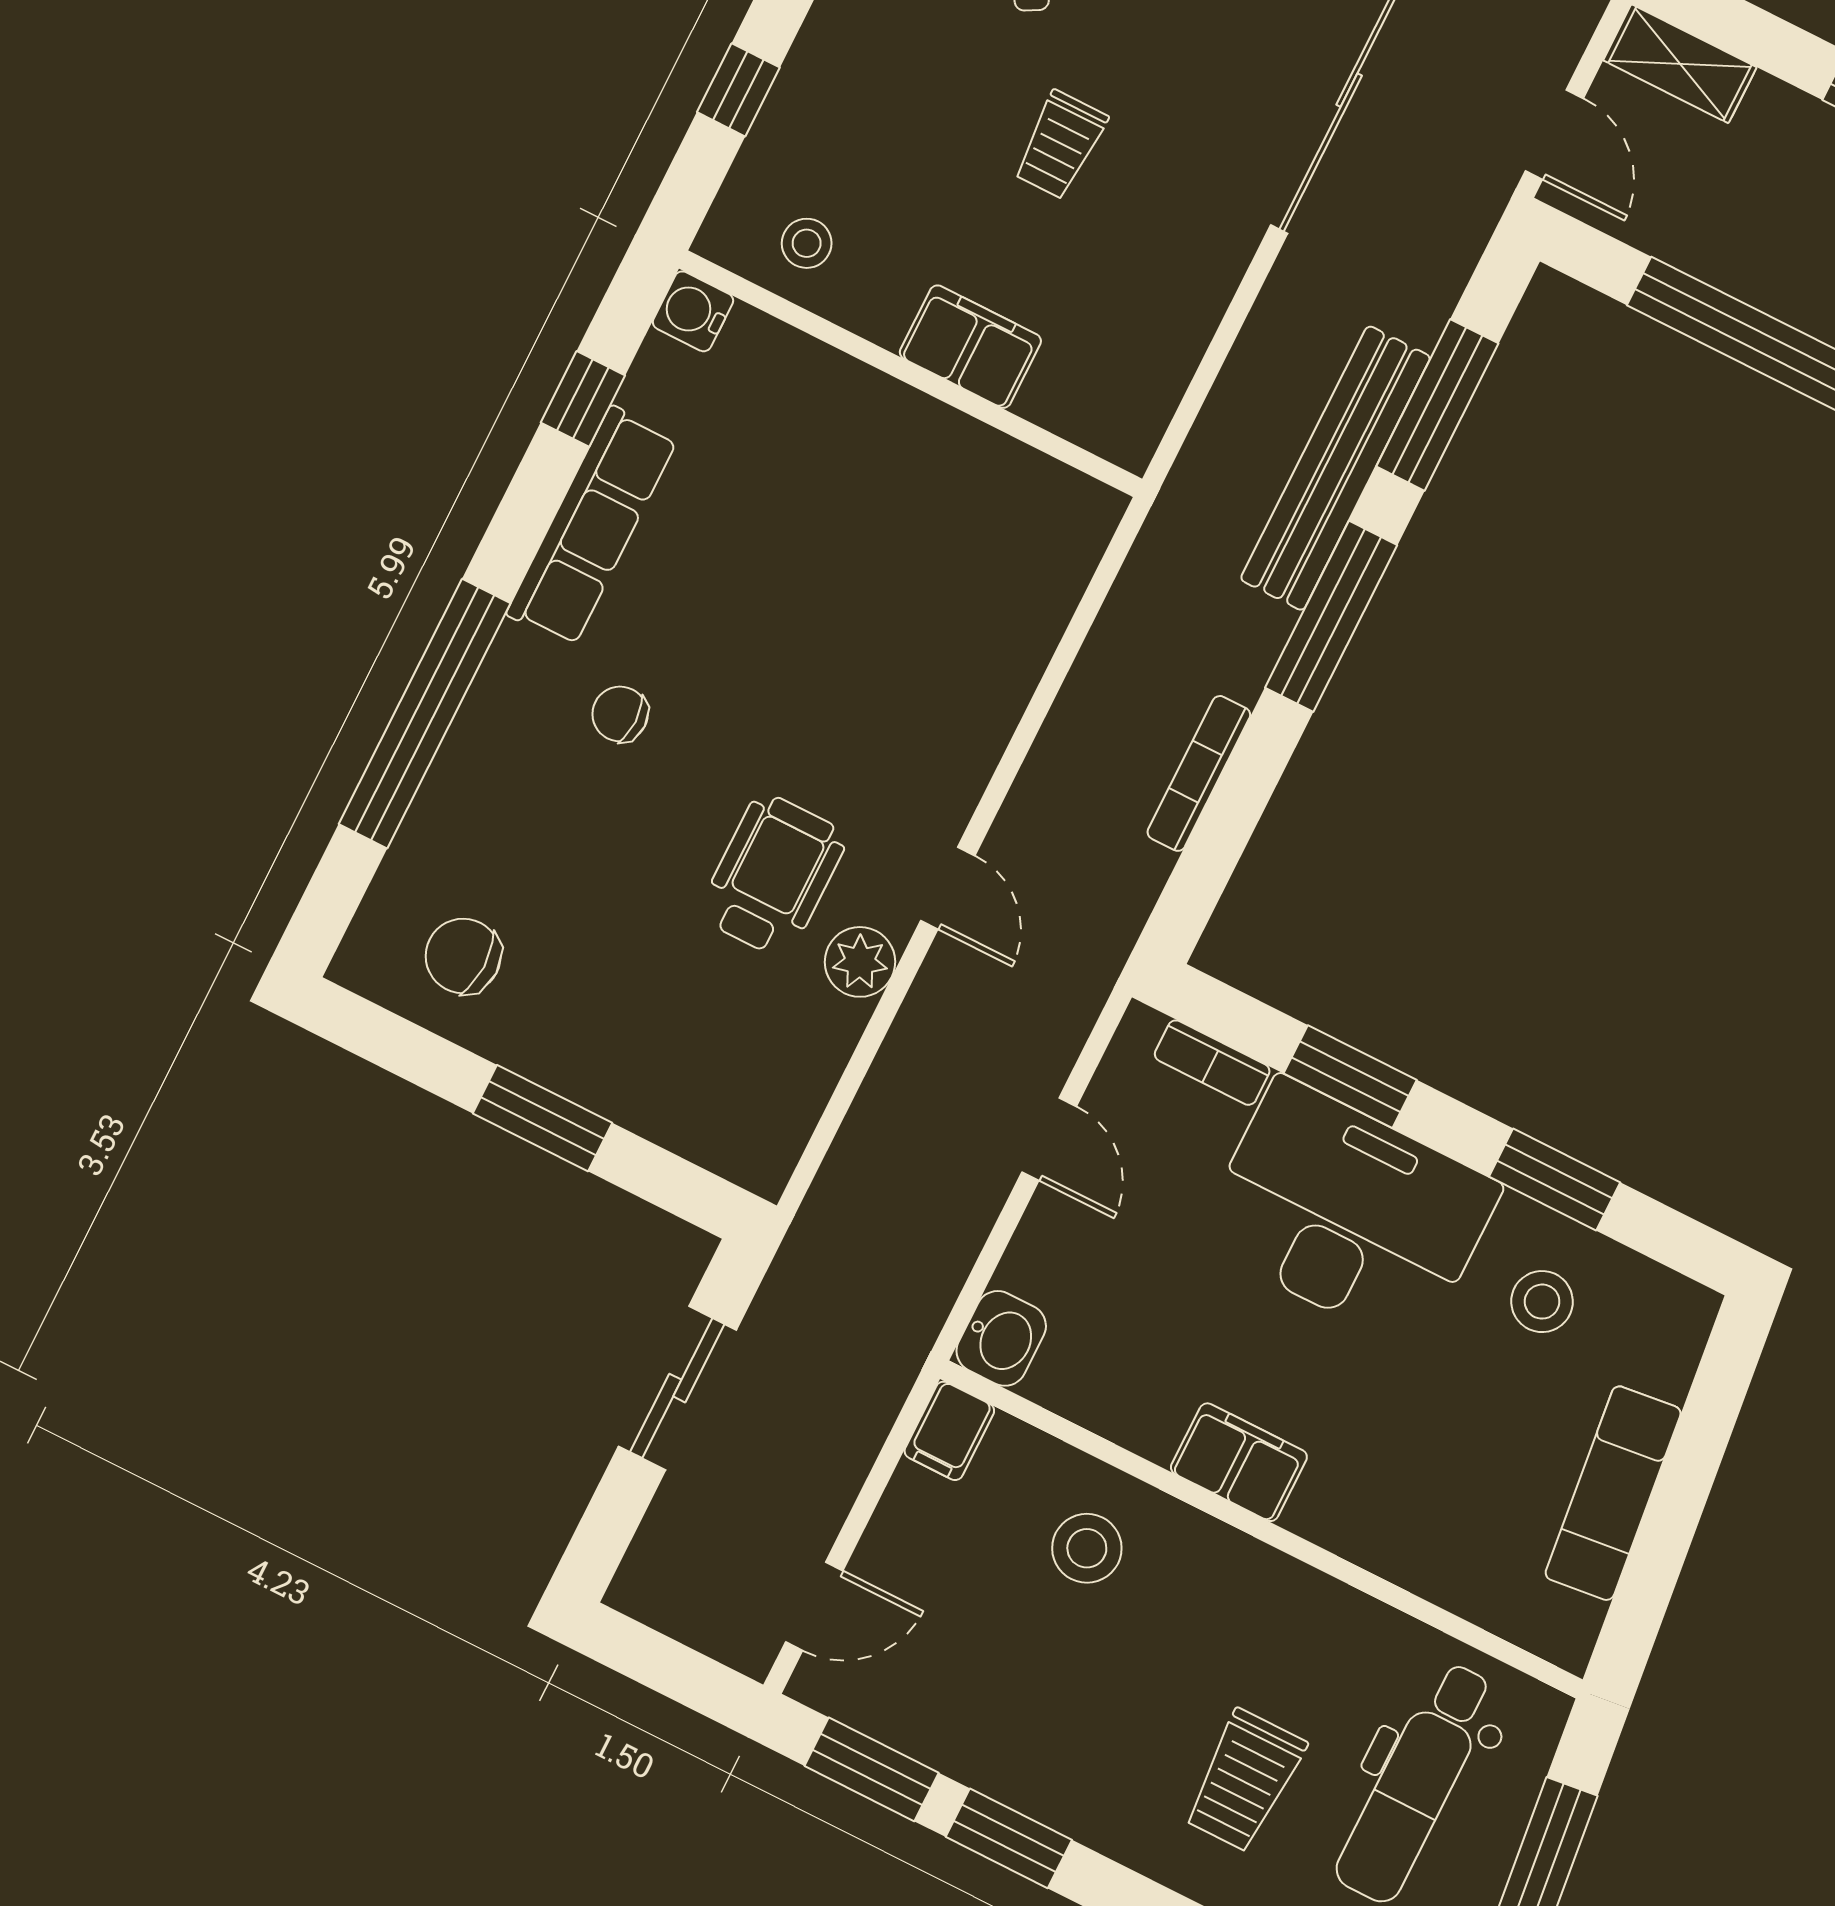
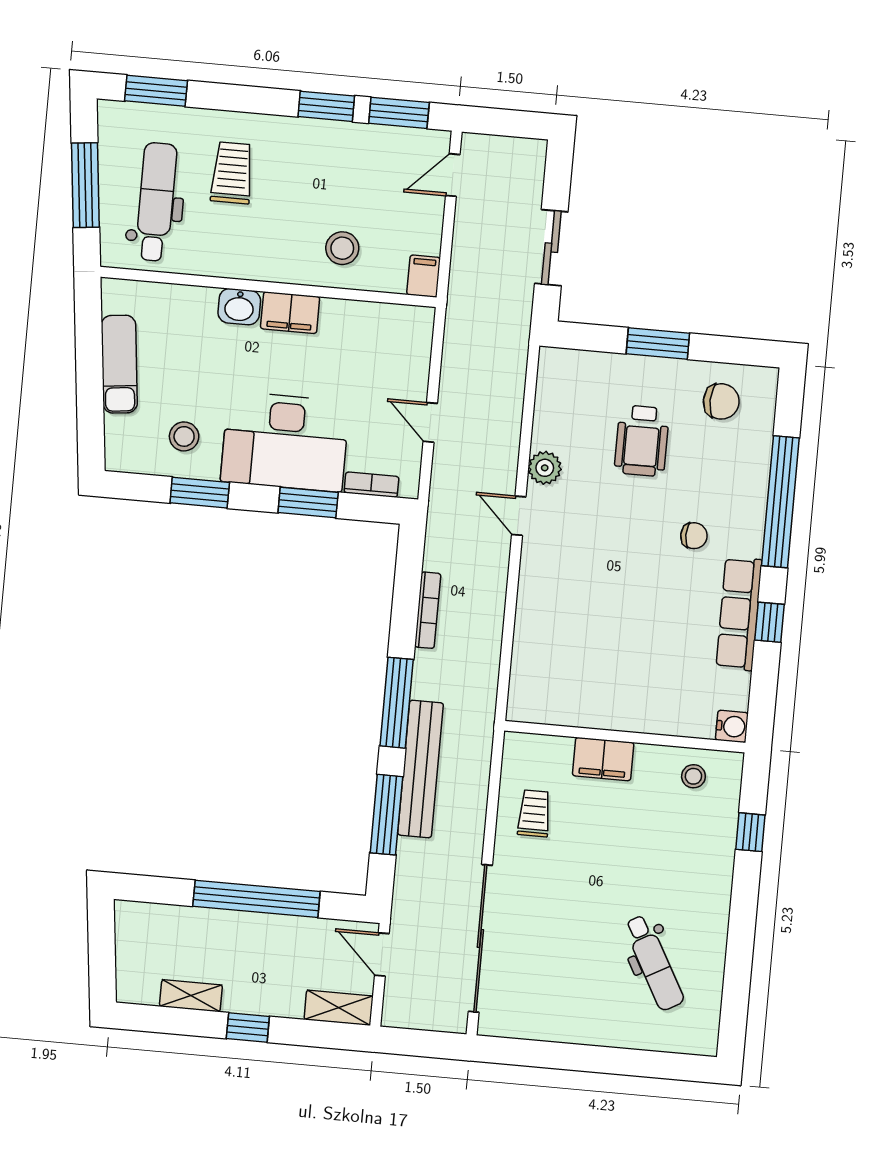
trolley: (1060, 145) -> (534, 813), moved
window: (583, 399) -> (769, 622), moved
wheelchair: (773, 875) -> (642, 441), moved
washbasin: (1001, 1338) -> (239, 307), moved, turned -90

